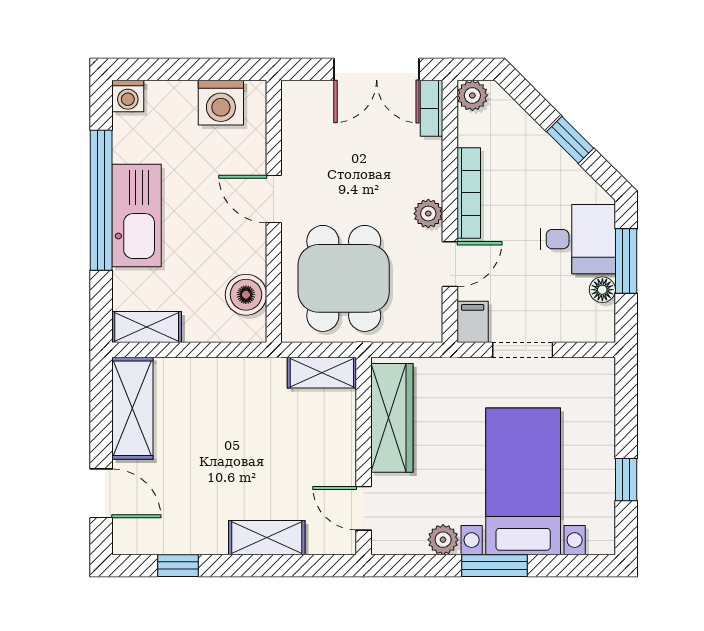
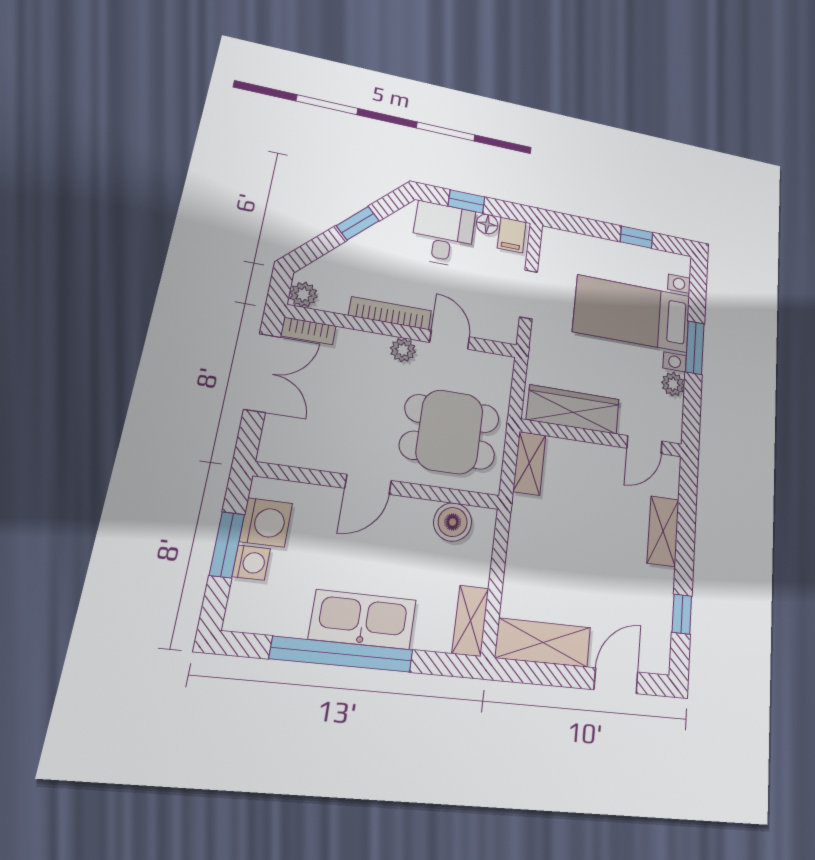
window: (194, 69) -> (227, 545), added
washing machine: (128, 96) -> (251, 563), moved
window: (626, 261) -> (466, 202), width x0.67
filing cabinet: (473, 322) -> (512, 235), moved, turned -90

